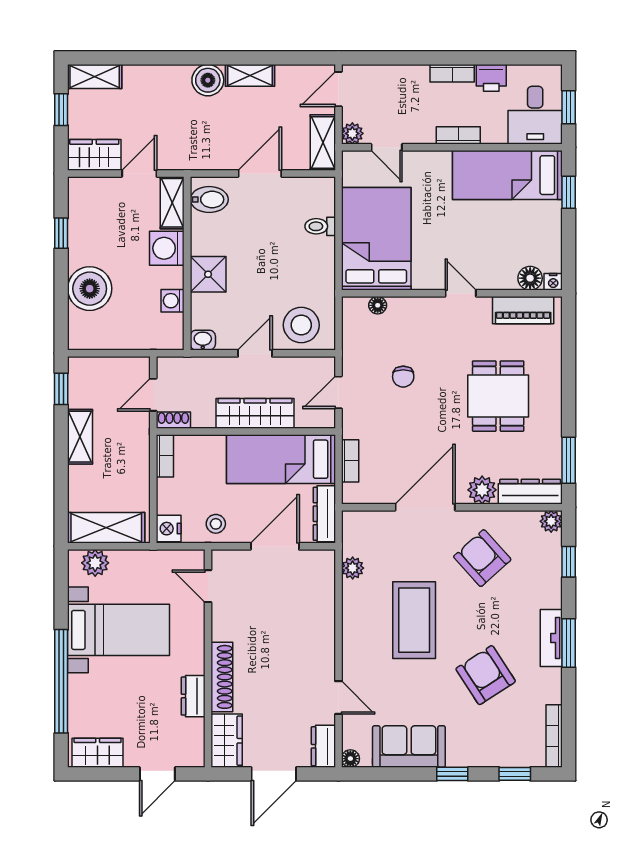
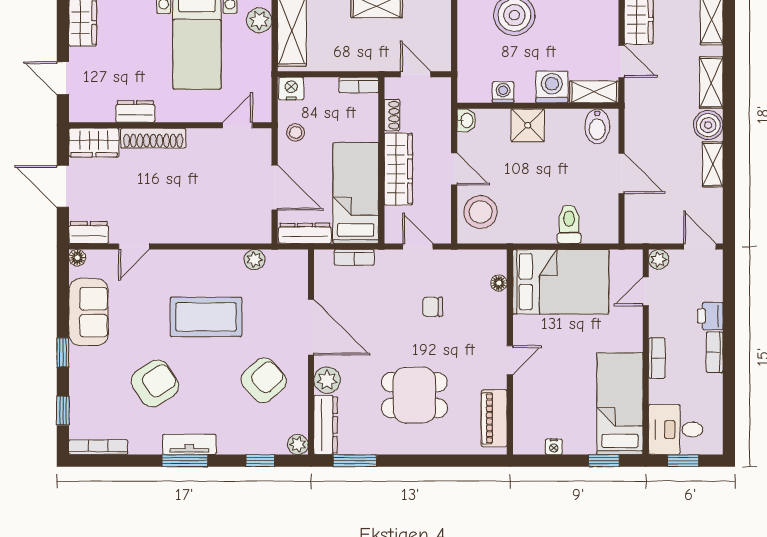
printer: (491, 78) -> (710, 316), moved
shelving: (323, 143) -> (711, 83), moved, turned 90
toilet: (320, 226) -> (569, 224), width x1.37, depth x1.39
floor lamp: (530, 278) -> (524, 425), removed
nightstand: (553, 282) -> (554, 447), moved, turned -90
shoe rack: (173, 420) -> (392, 115), moved

